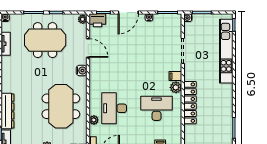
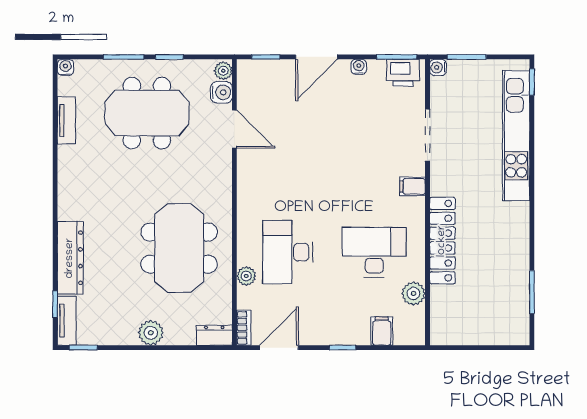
printer: (98, 20) -> (403, 73), moved
water cooler: (82, 71) -> (221, 92), moved
plant: (176, 87) -> (413, 294), moved

